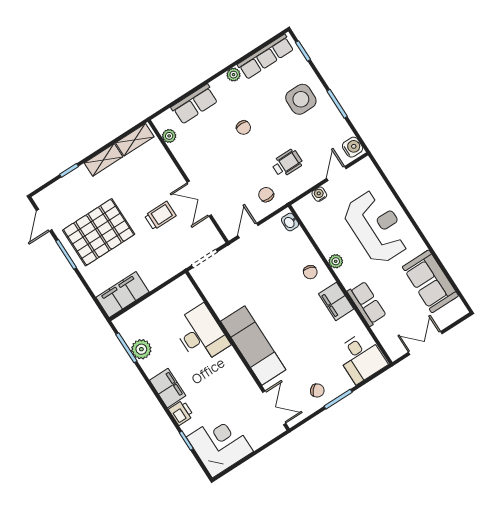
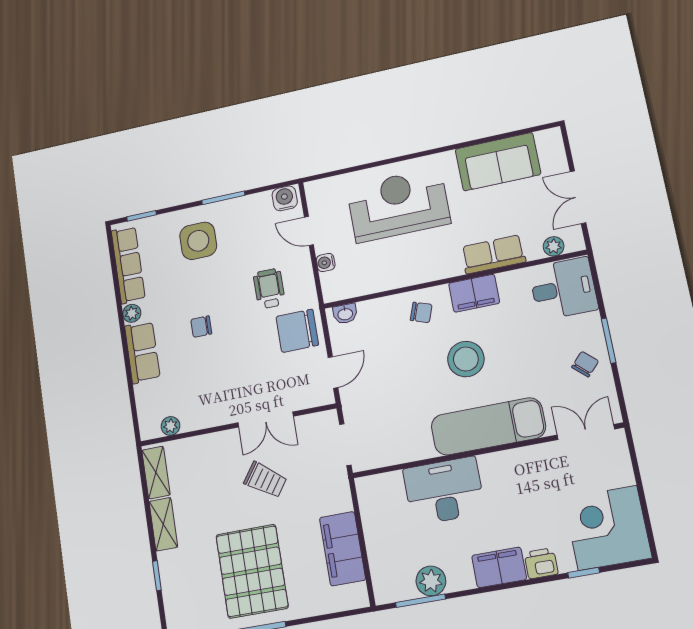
row of seats: (195, 104) -> (142, 352), moved
chair: (243, 128) -> (201, 327), turned 180
chair: (266, 195) -> (297, 331), width x1.87, depth x1.87
trolley: (160, 216) -> (265, 480), turned 125
door: (248, 230) -> (333, 372), swing flipped
plant: (336, 261) -> (554, 246), moved
filing cabinet: (123, 295) -> (342, 549), moved
stool: (291, 314) -> (466, 359), added

